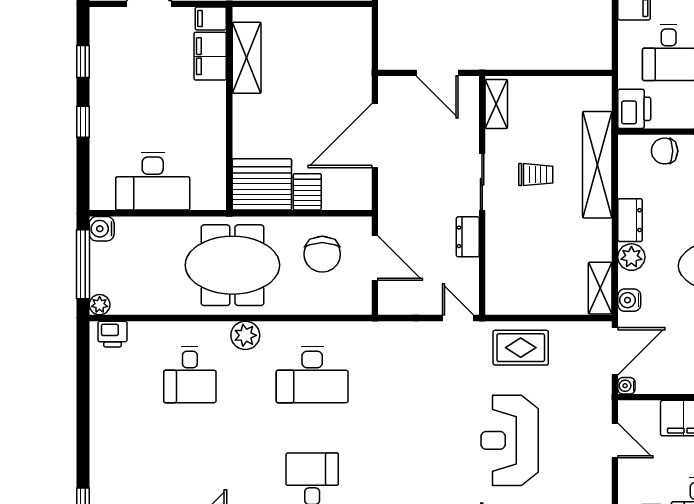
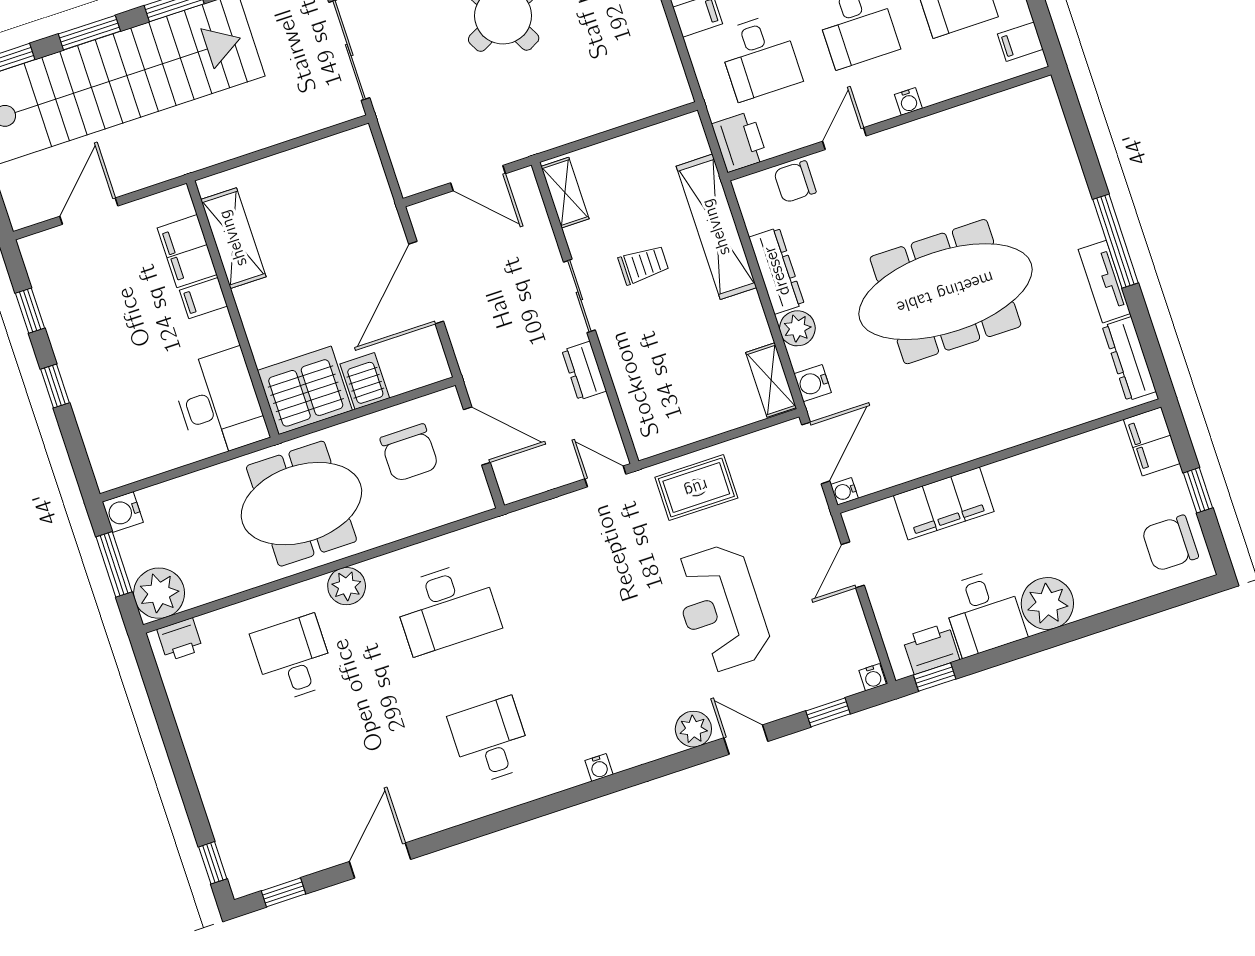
filing cabinet: (211, 18) -> (203, 298), moved
desk: (153, 181) -> (219, 403), moved, turned -90
dresser: (630, 220) -> (777, 271), width x1.44
window: (83, 264) -> (114, 564), width x0.69
plant: (100, 305) -> (159, 593), width x1.88, depth x1.88
desk: (190, 375) -> (293, 658), turned 180
door: (615, 441) -> (853, 565), swing flipped

